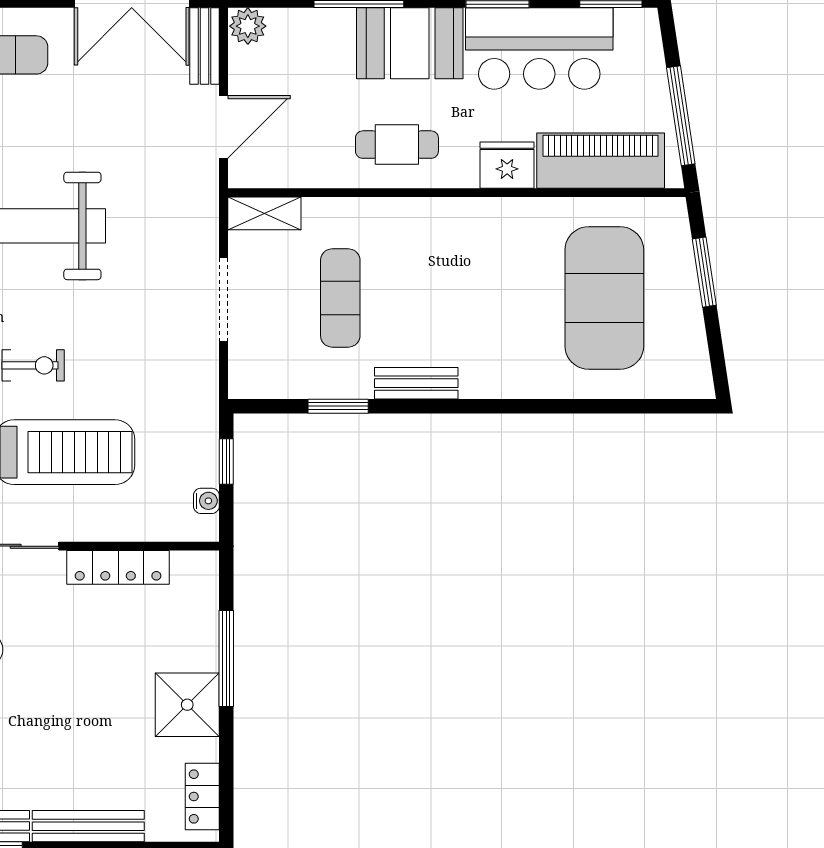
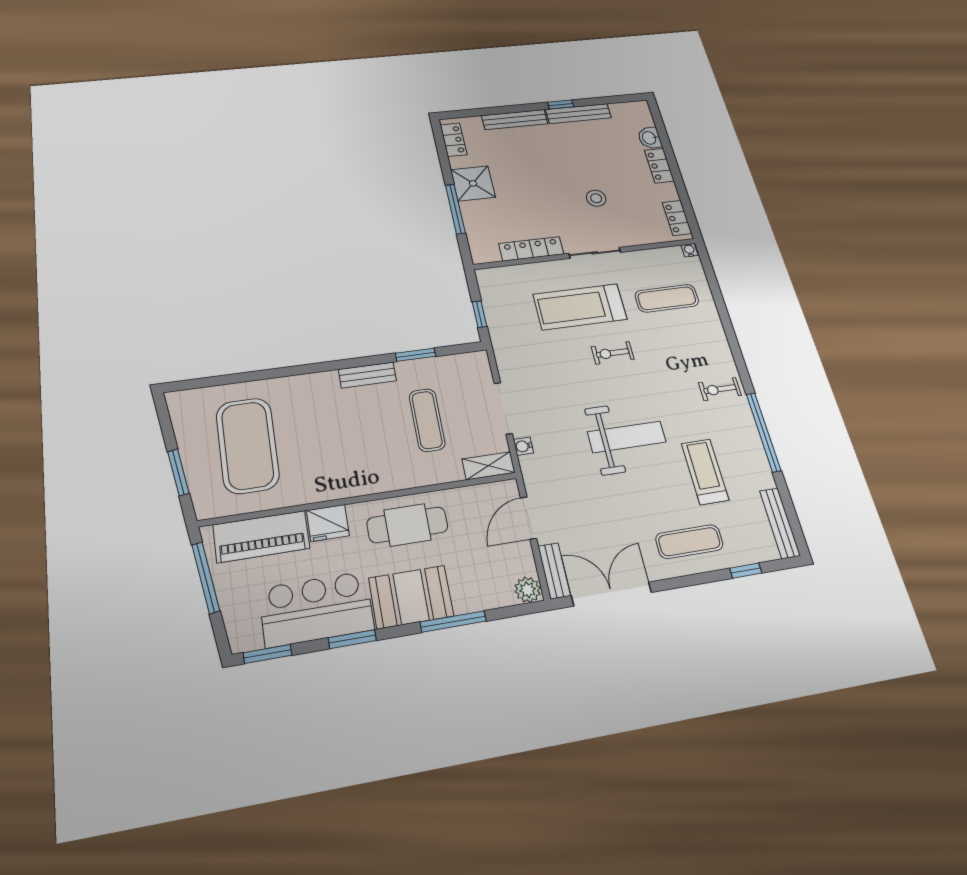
cafe table: (397, 145) -> (407, 525), width x1.37, depth x1.35
water cooler: (206, 501) -> (523, 446), moved

